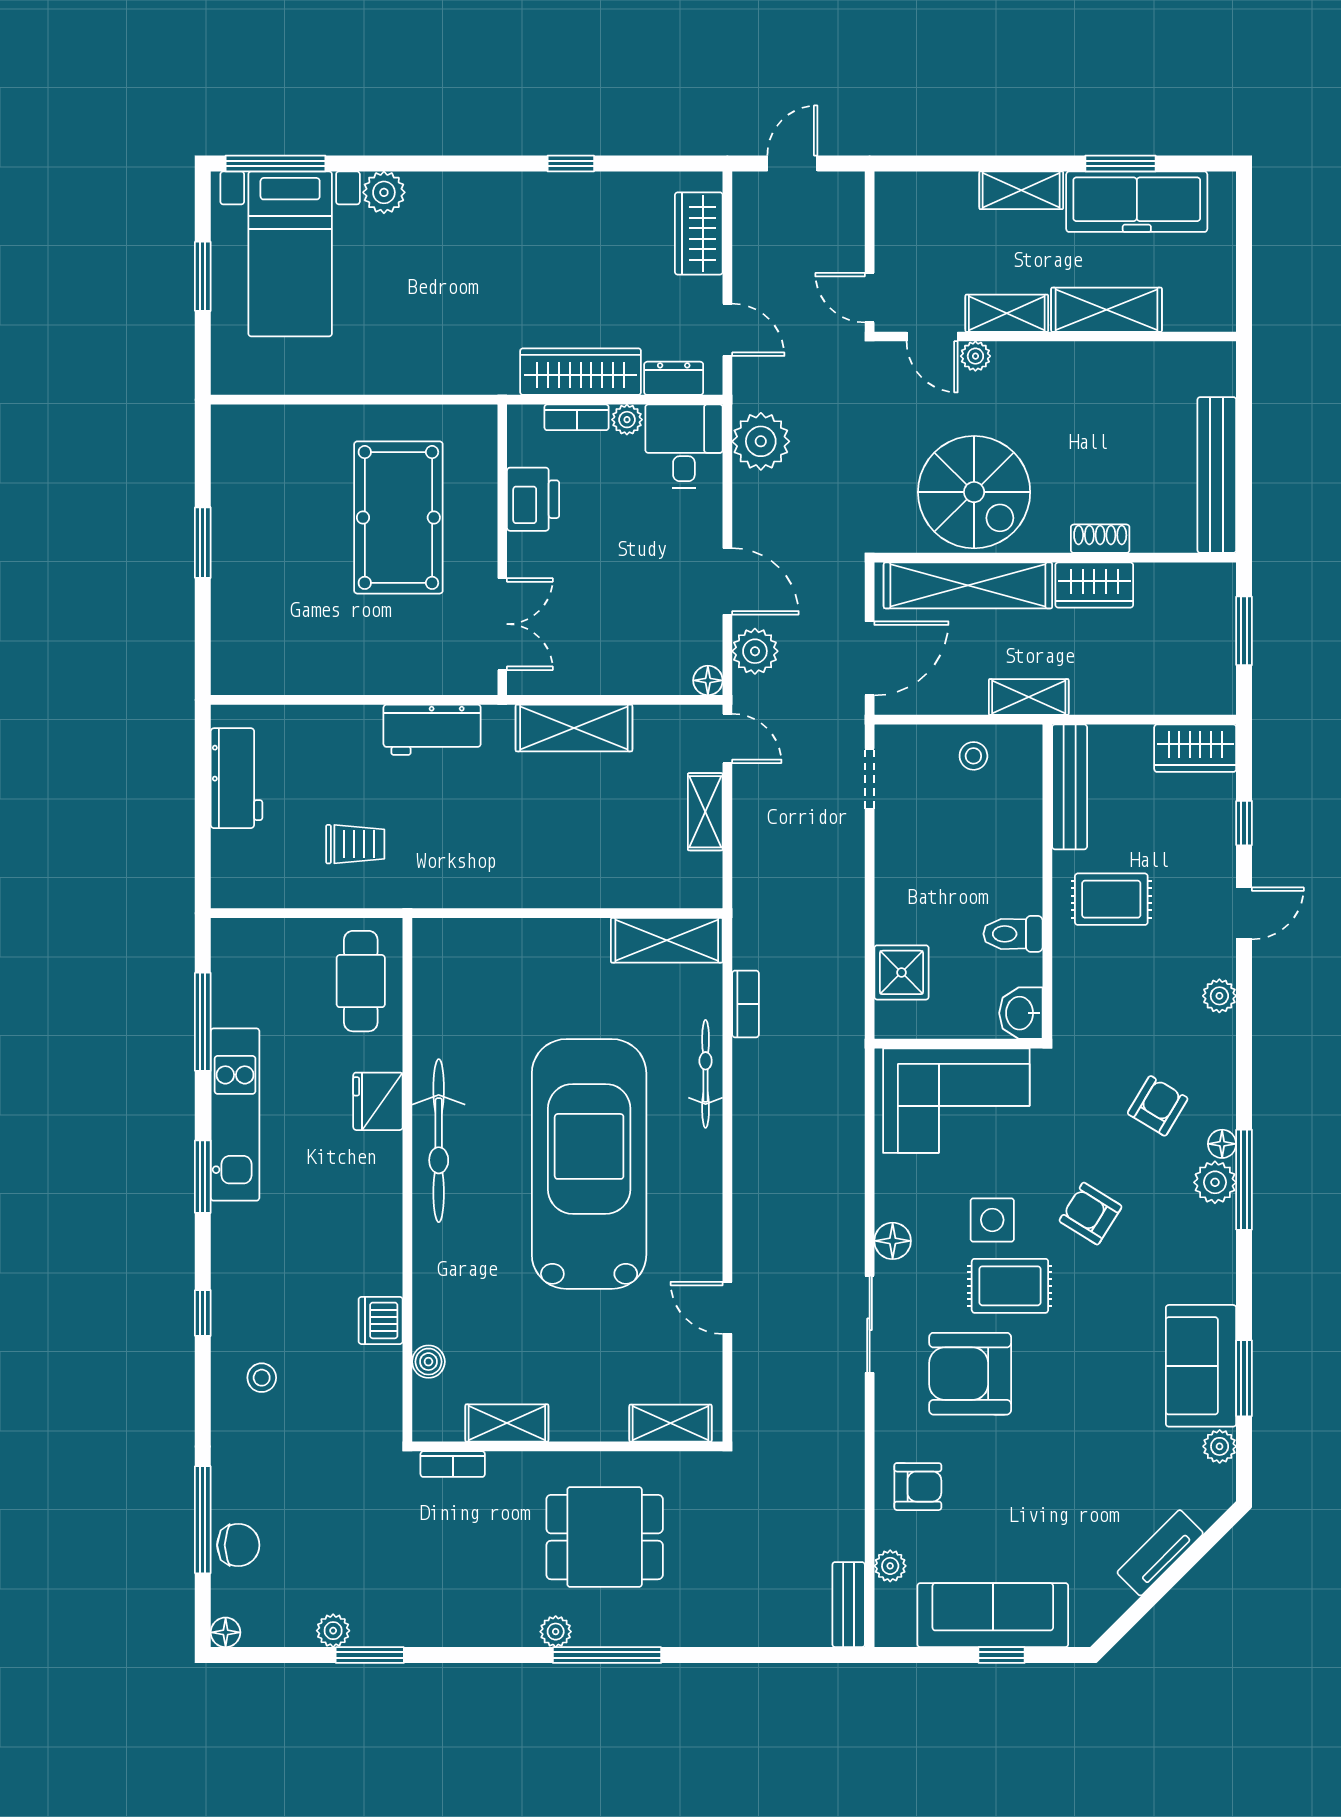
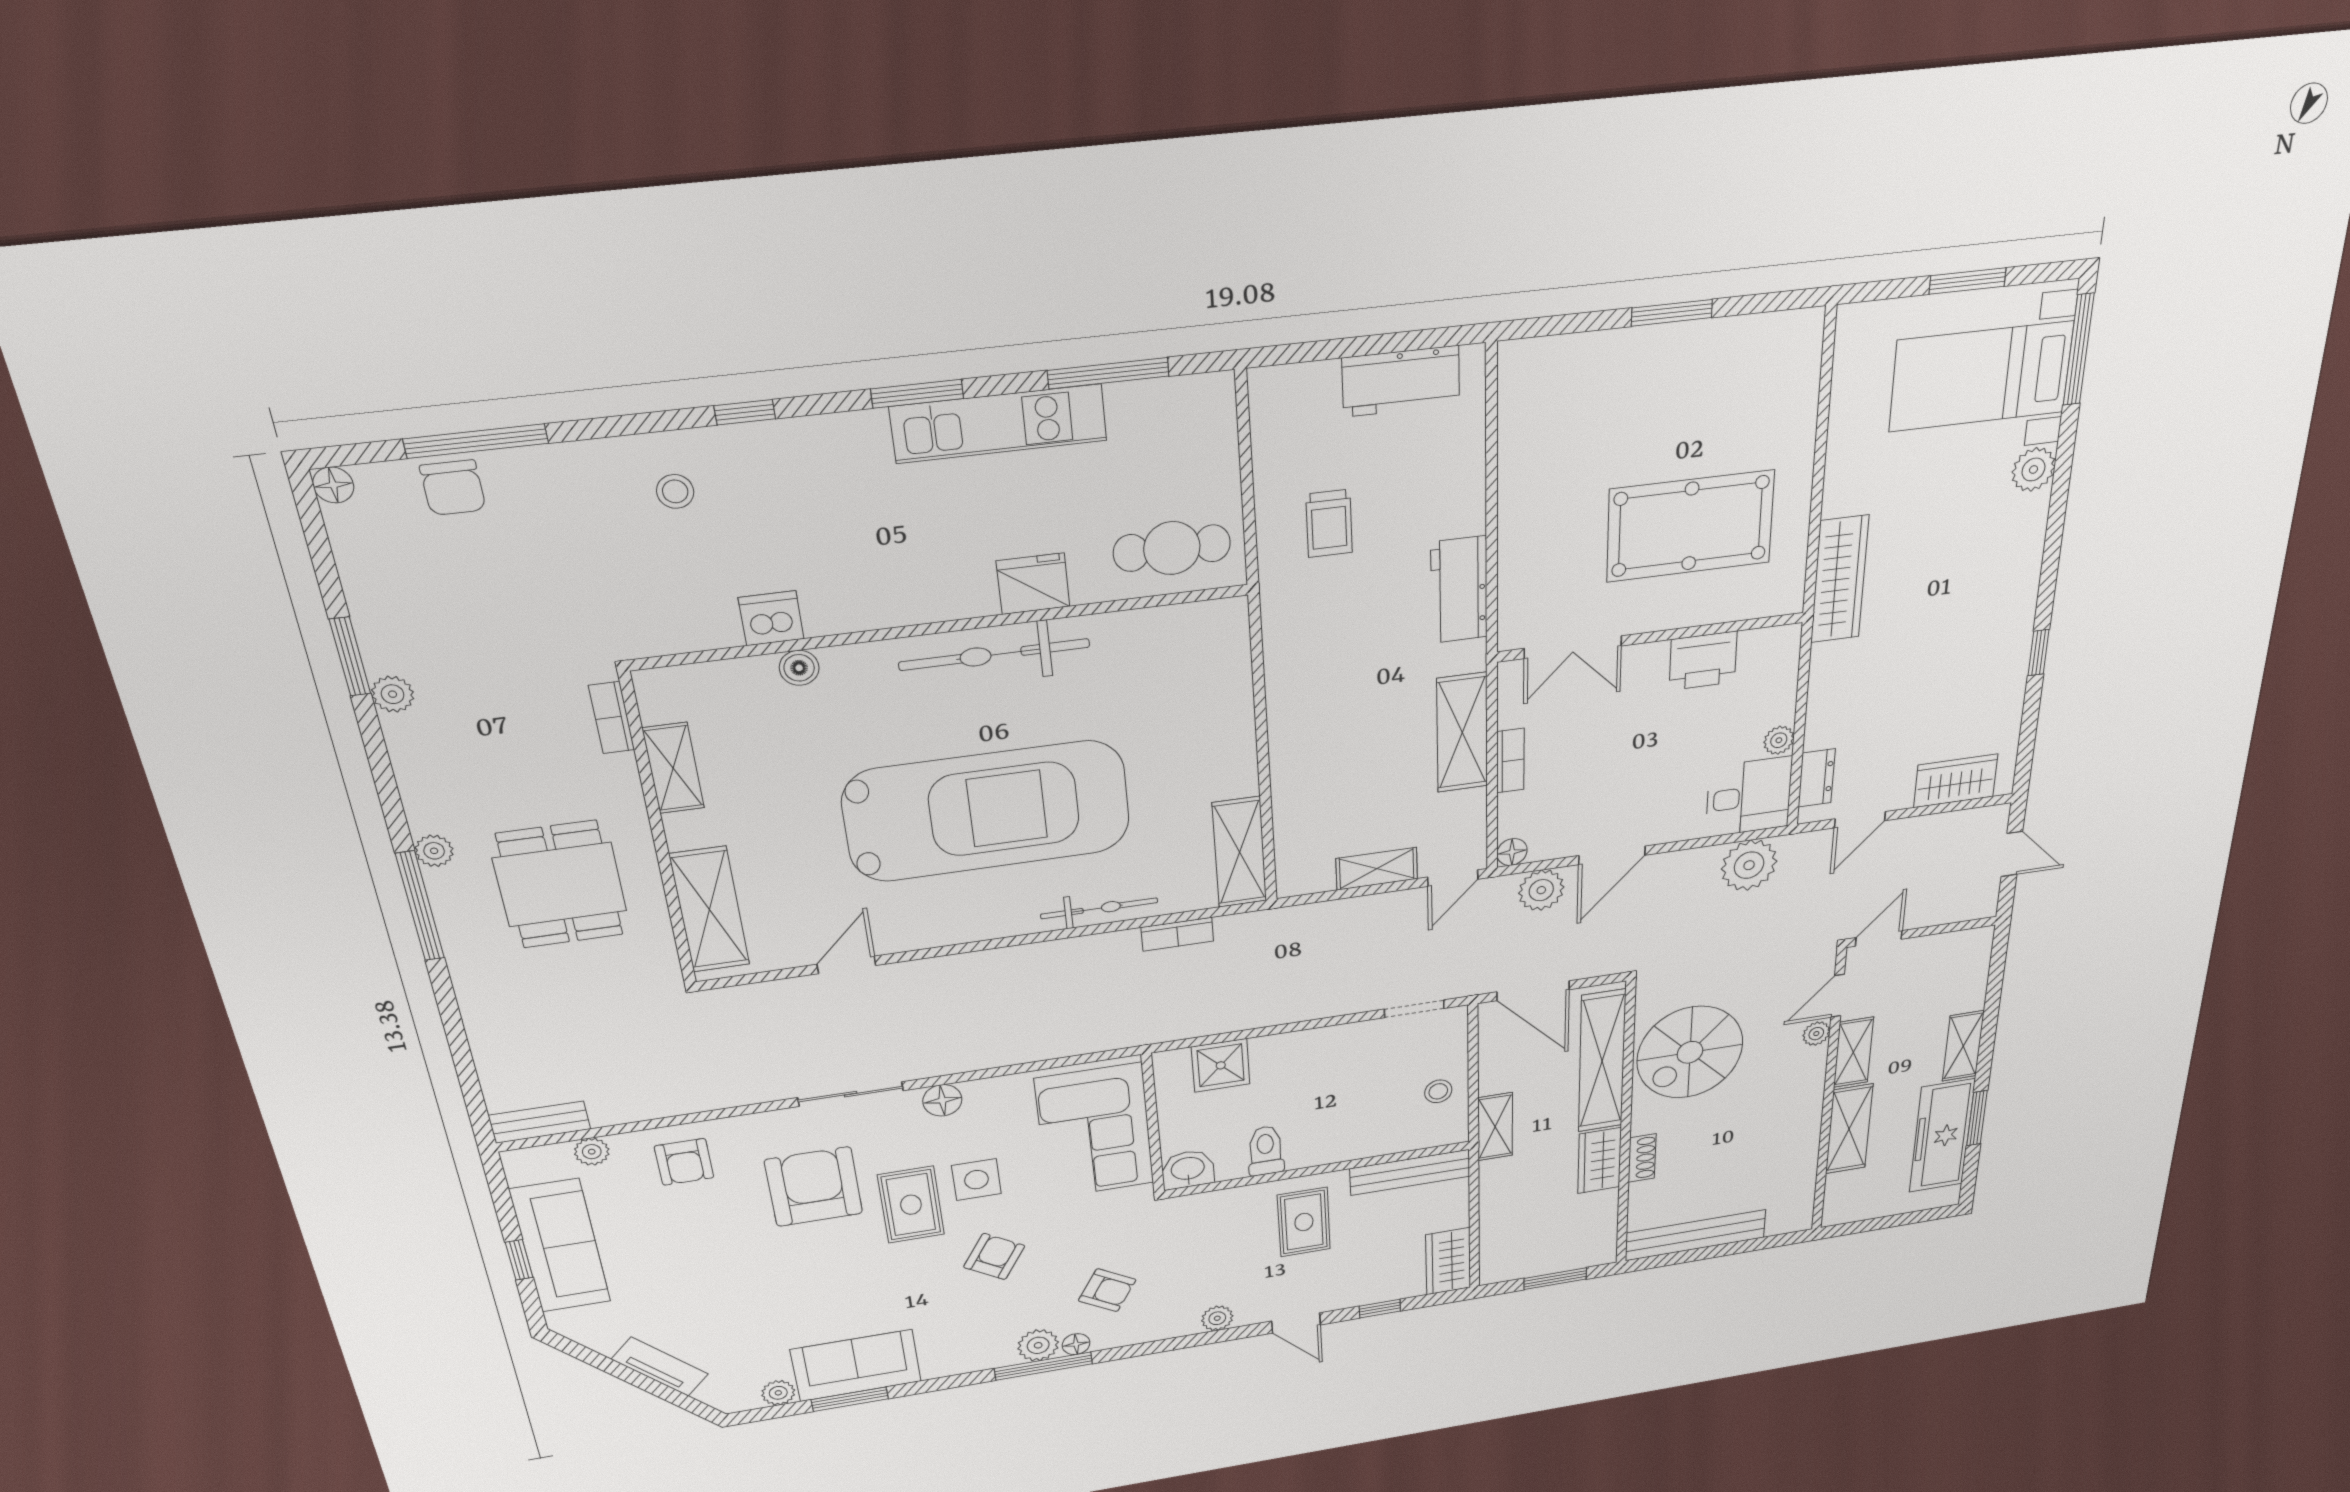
wardrobe: (581, 372) -> (1840, 579), moved
bookcase: (577, 417) -> (1510, 761), moved, turned 180
boiler: (428, 1362) -> (799, 668), moved
shelving: (671, 1423) -> (710, 910), width x1.50, depth x1.33
plant: (333, 1631) -> (393, 694), moved

